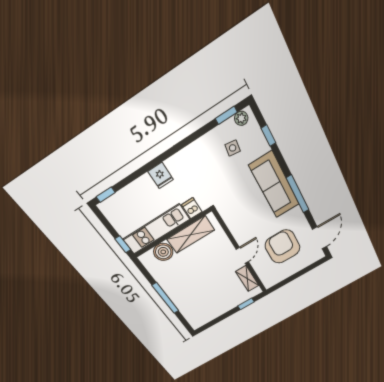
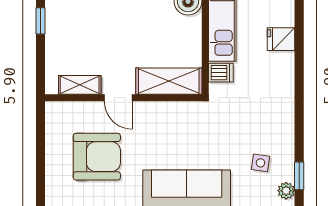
fridge: (161, 176) -> (281, 39), moved
shelving: (191, 235) -> (169, 81), moved, turned 90
window: (246, 304) -> (41, 21), moved

